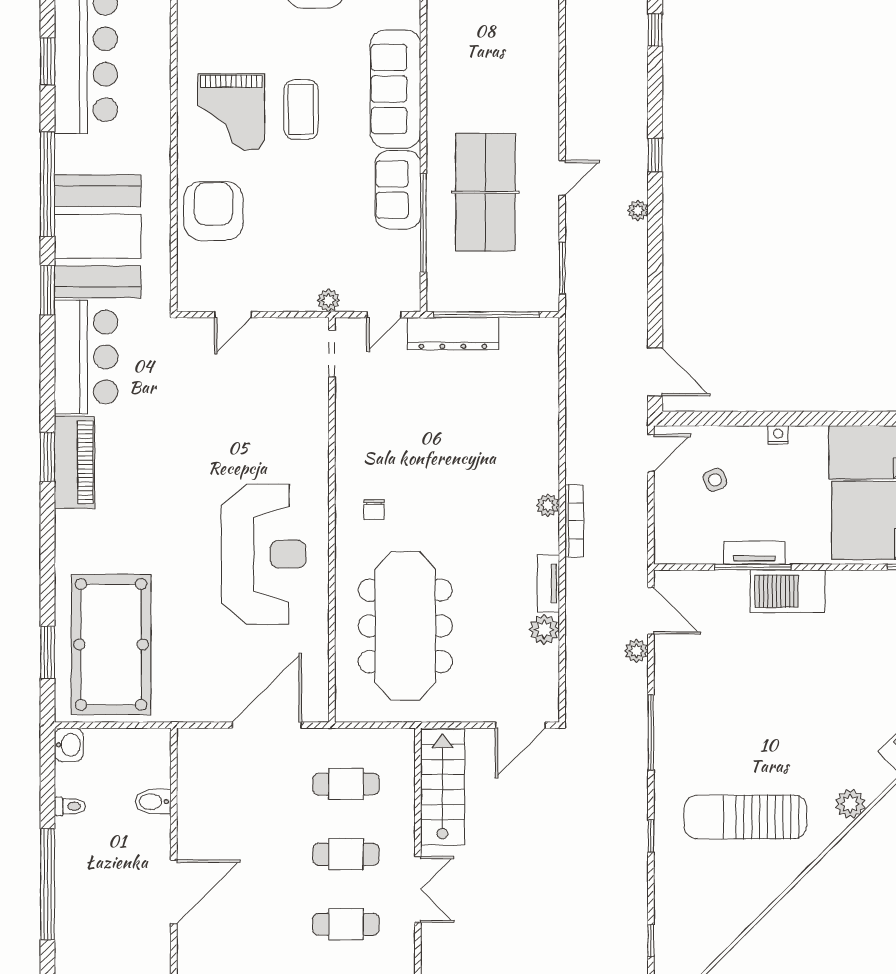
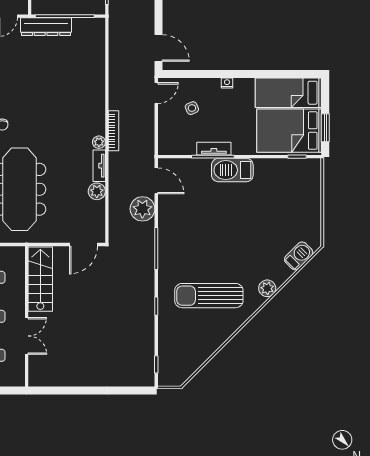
plant: (548, 505) -> (99, 142), moved
plant: (636, 651) -> (142, 209), width x1.88, depth x1.88

